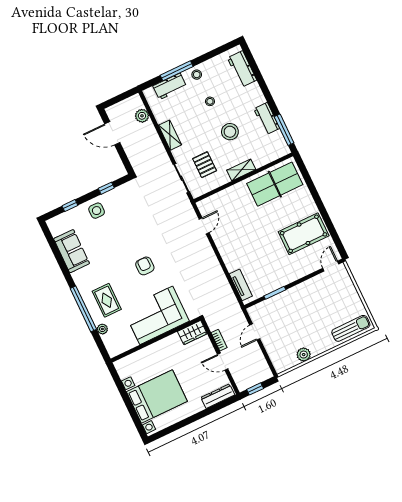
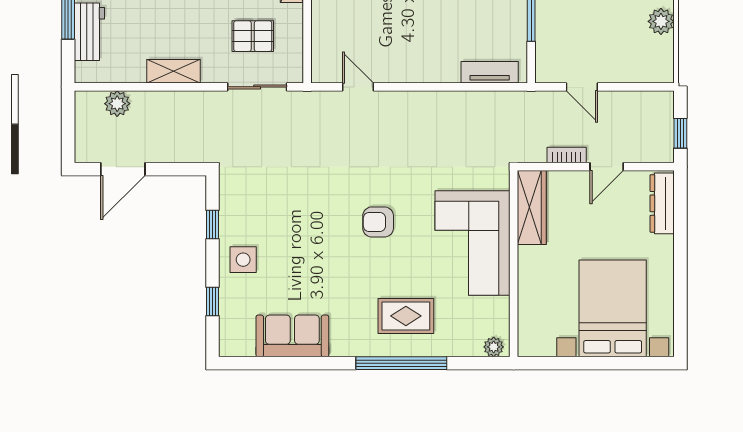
plant: (102, 329) -> (494, 347), moved
wardrobe: (192, 333) -> (532, 207), width x1.50

